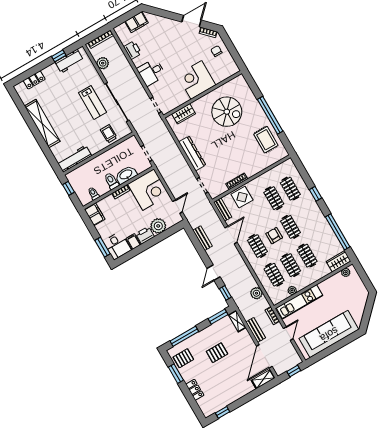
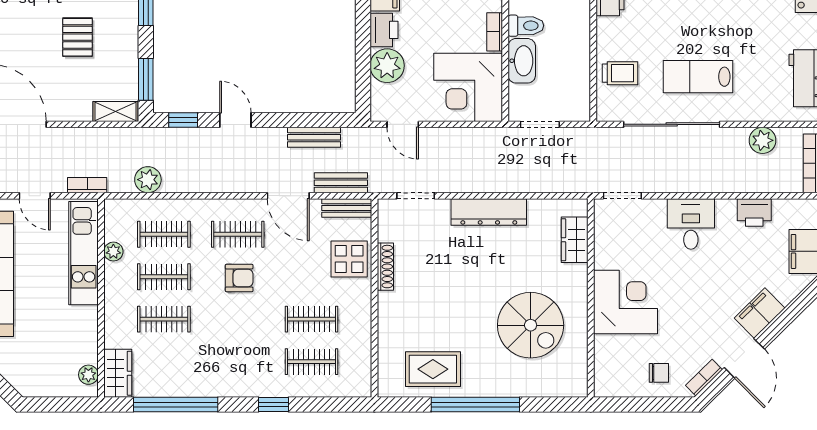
filing cabinet: (170, 25) -> (760, 313), added
spiral stairs: (227, 112) -> (531, 325), turned -90
clothes rail: (290, 227) -> (238, 319), removed
bench: (256, 330) -> (341, 183), moved

